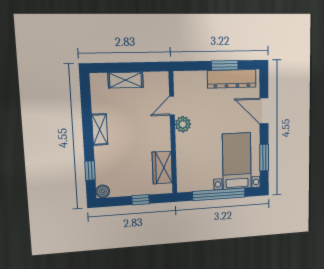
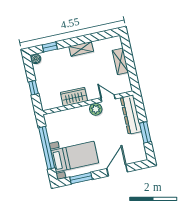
dresser: (232, 79) -> (131, 115), moved
wardrobe: (162, 168) -> (74, 97), moved

